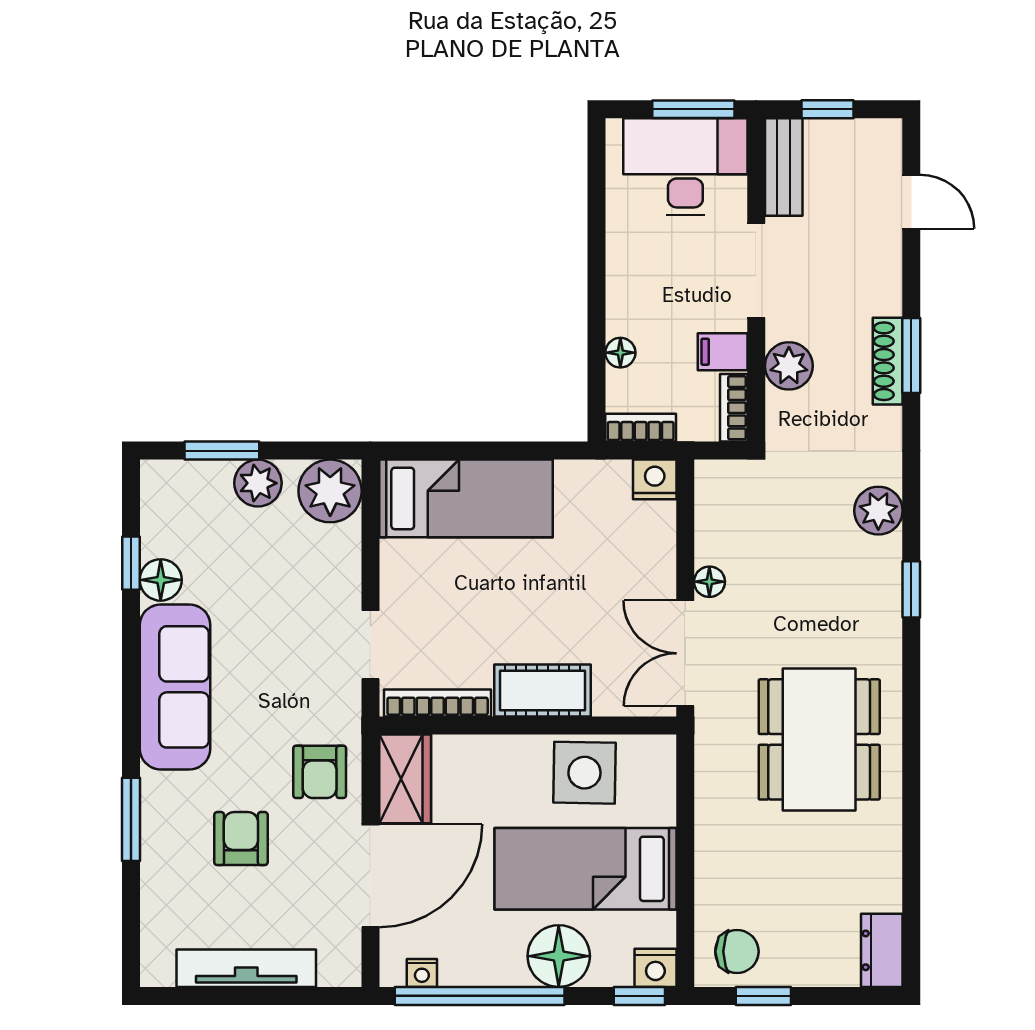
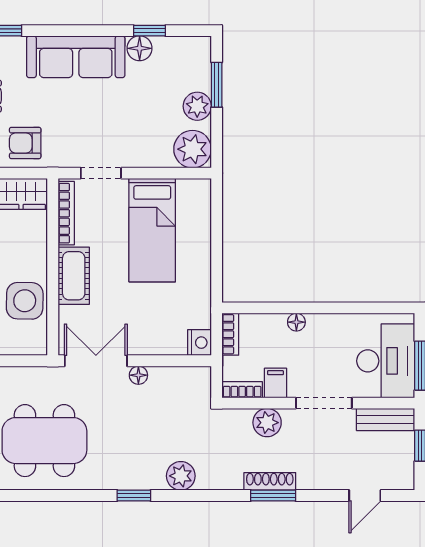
floor lamp: (620, 353) -> (296, 322), moved
bed: (466, 498) -> (152, 230), moved

